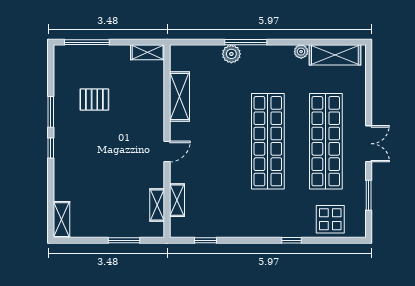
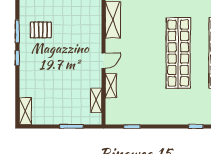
pallet: (94, 100) -> (41, 30), moved
shelving: (177, 200) -> (111, 86), moved

